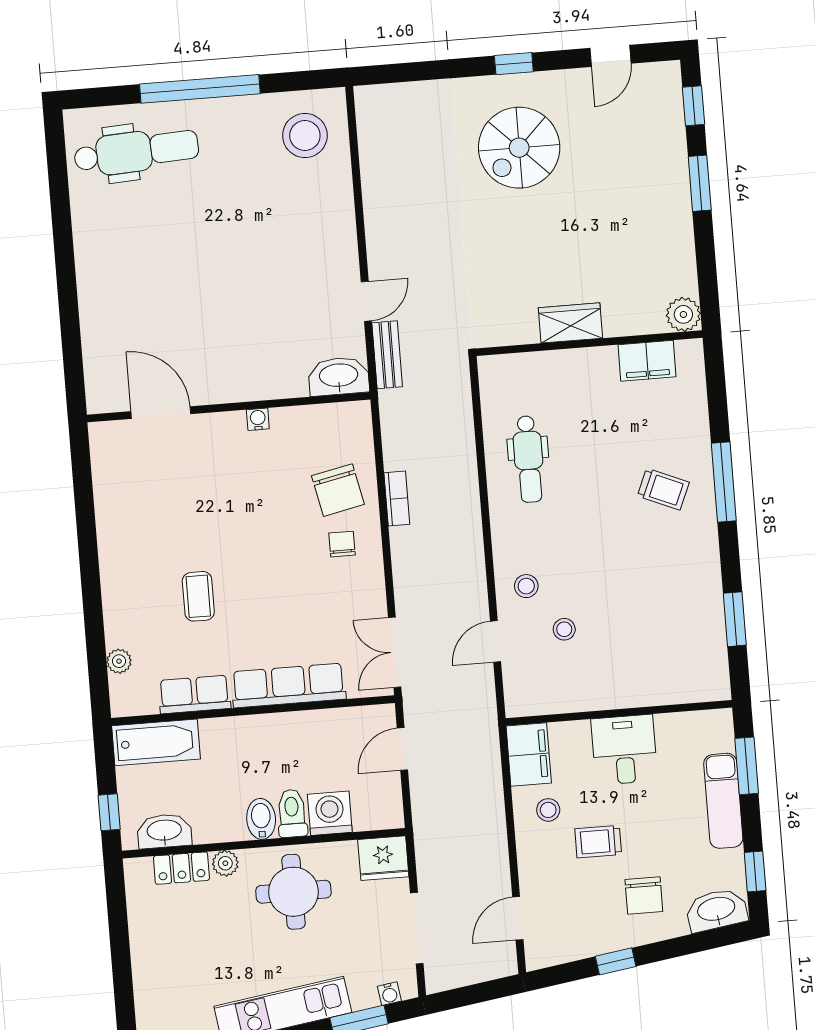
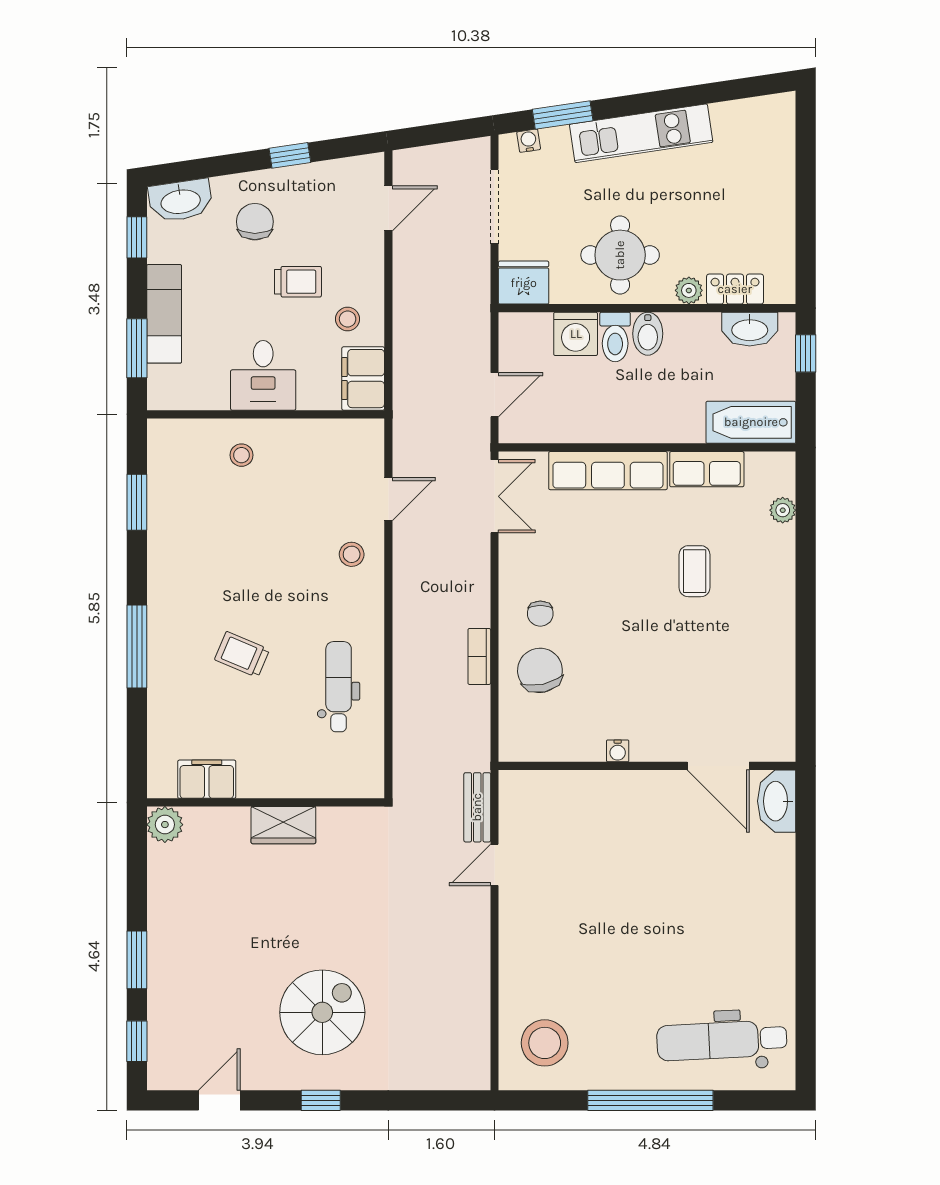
washbasin: (339, 376) -> (777, 801), moved, turned 90
trolley: (663, 489) -> (242, 654), moved
stool: (564, 629) -> (241, 455), moved

